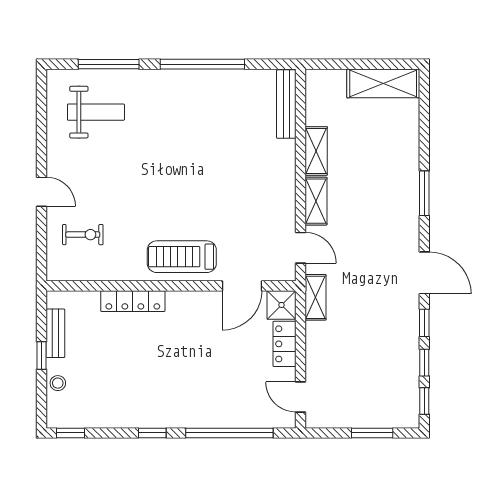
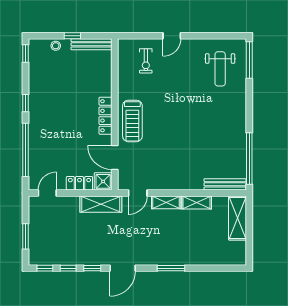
window: (109, 64) -> (249, 60), moved
window: (202, 64) -> (249, 159), moved
shelving: (383, 83) -> (238, 218), moved
treadmill: (182, 257) -> (132, 121), turned 180
shelving: (316, 297) -> (101, 204), width x1.50, depth x1.33
locker: (133, 301) -> (105, 116), moved
bench: (55, 333) -> (91, 44), width x1.36

